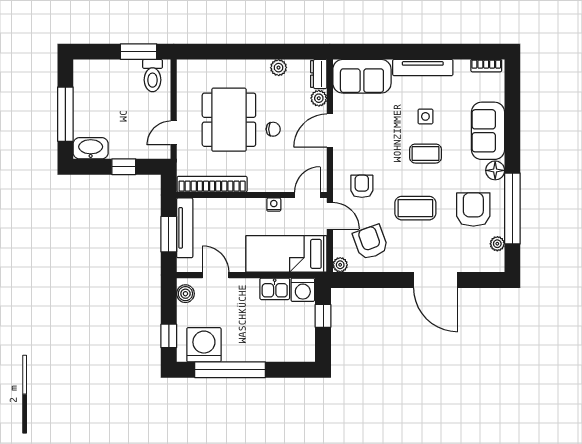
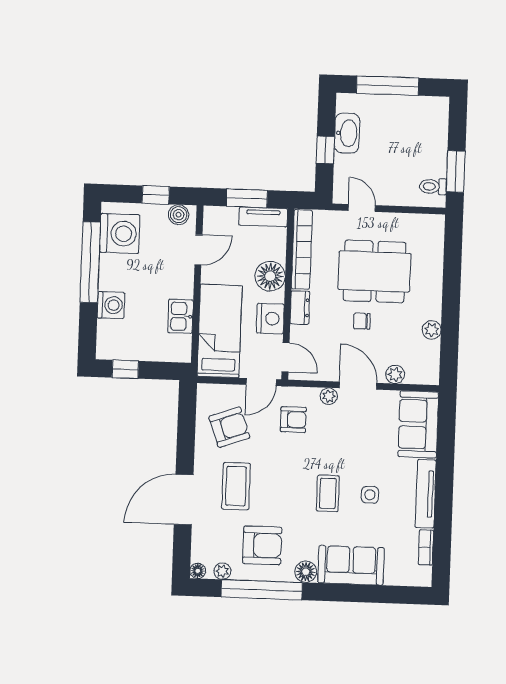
bookcase: (486, 66) -> (426, 547), moved
dresser: (319, 74) -> (300, 308), moved, turned 90
toilet: (153, 76) -> (433, 187), width x0.73, depth x0.72
chair: (273, 129) -> (362, 321), turned 90
washbasin: (91, 148) -> (347, 133), moved
nightstand: (274, 205) -> (270, 319), width x1.89, depth x1.79
coffee table: (415, 208) -> (236, 486), moved
floor lamp: (237, 211) -> (270, 276), added
tv unit: (185, 228) -> (263, 217), width x0.71
plant: (340, 265) -> (329, 396), moved
floor lamp: (498, 265) -> (198, 571), added
washing machine: (303, 290) -> (111, 305), moved, turned 180
window: (323, 316) -> (125, 369), moved
window: (169, 336) -> (156, 195), moved

